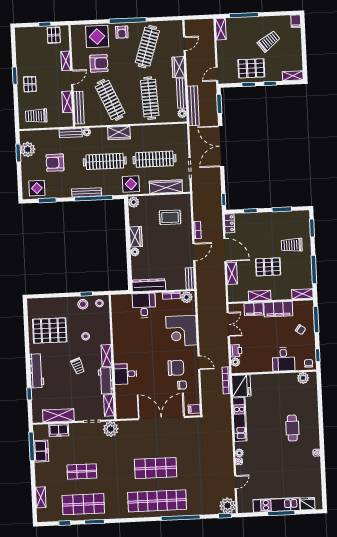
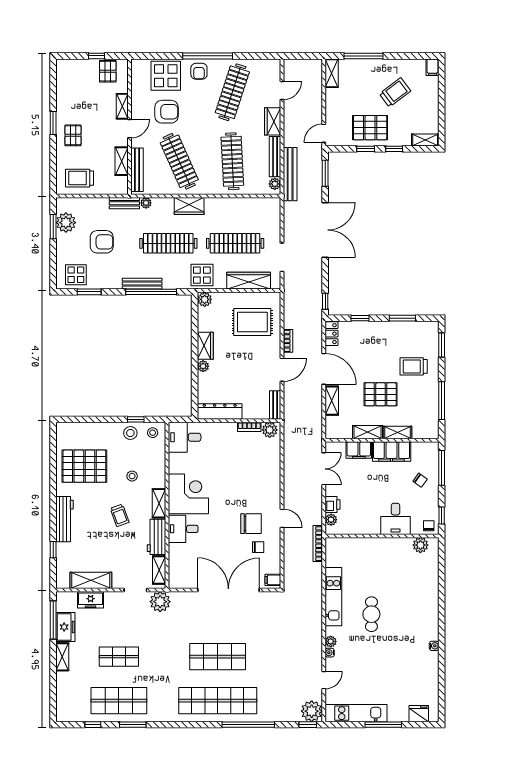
double door: (221, 146) -> (325, 230), swing flipped
armchair: (55, 163) -> (102, 242), turned 180
rug: (170, 217) -> (252, 322), width x1.36, depth x1.43
shelving: (302, 294) -> (397, 433), moved
desk: (144, 306) -> (185, 437), moved, turned -90
corner desk: (181, 331) -> (188, 494), moved, turned 180
fridge: (241, 386) -> (337, 552), removed
cafe table: (292, 428) -> (371, 614), moved
shelving: (41, 497) -> (62, 657), moved
kitchen unit: (276, 505) -> (356, 713), moved

